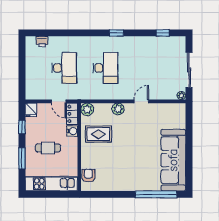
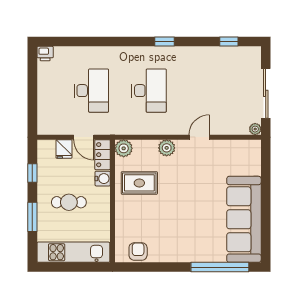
printer: (42, 41) -> (45, 54), moved
fridge: (31, 110) -> (64, 149), moved
armchair: (88, 176) -> (138, 251), moved

